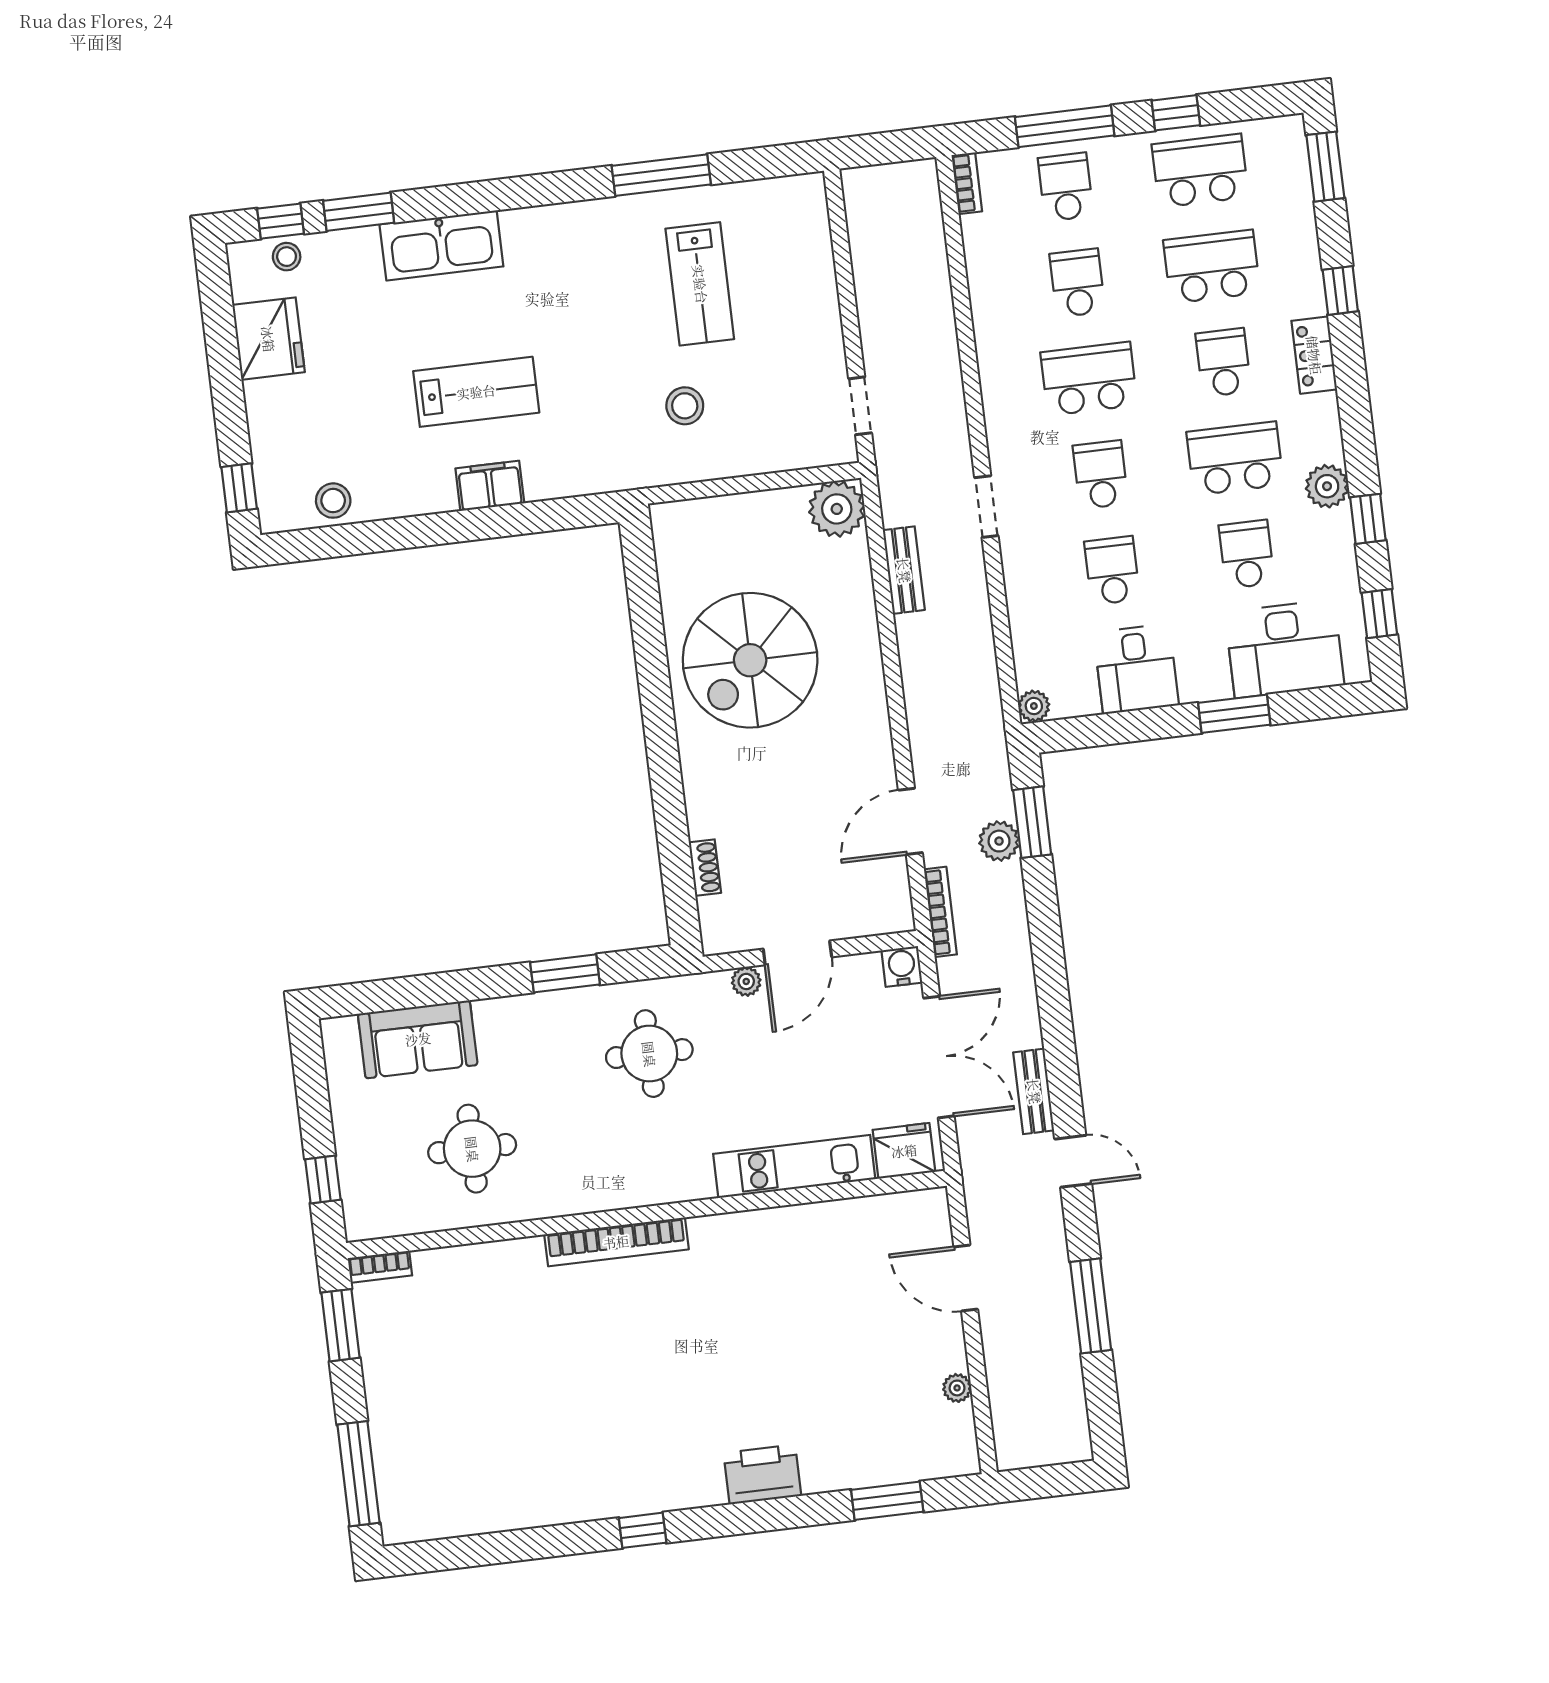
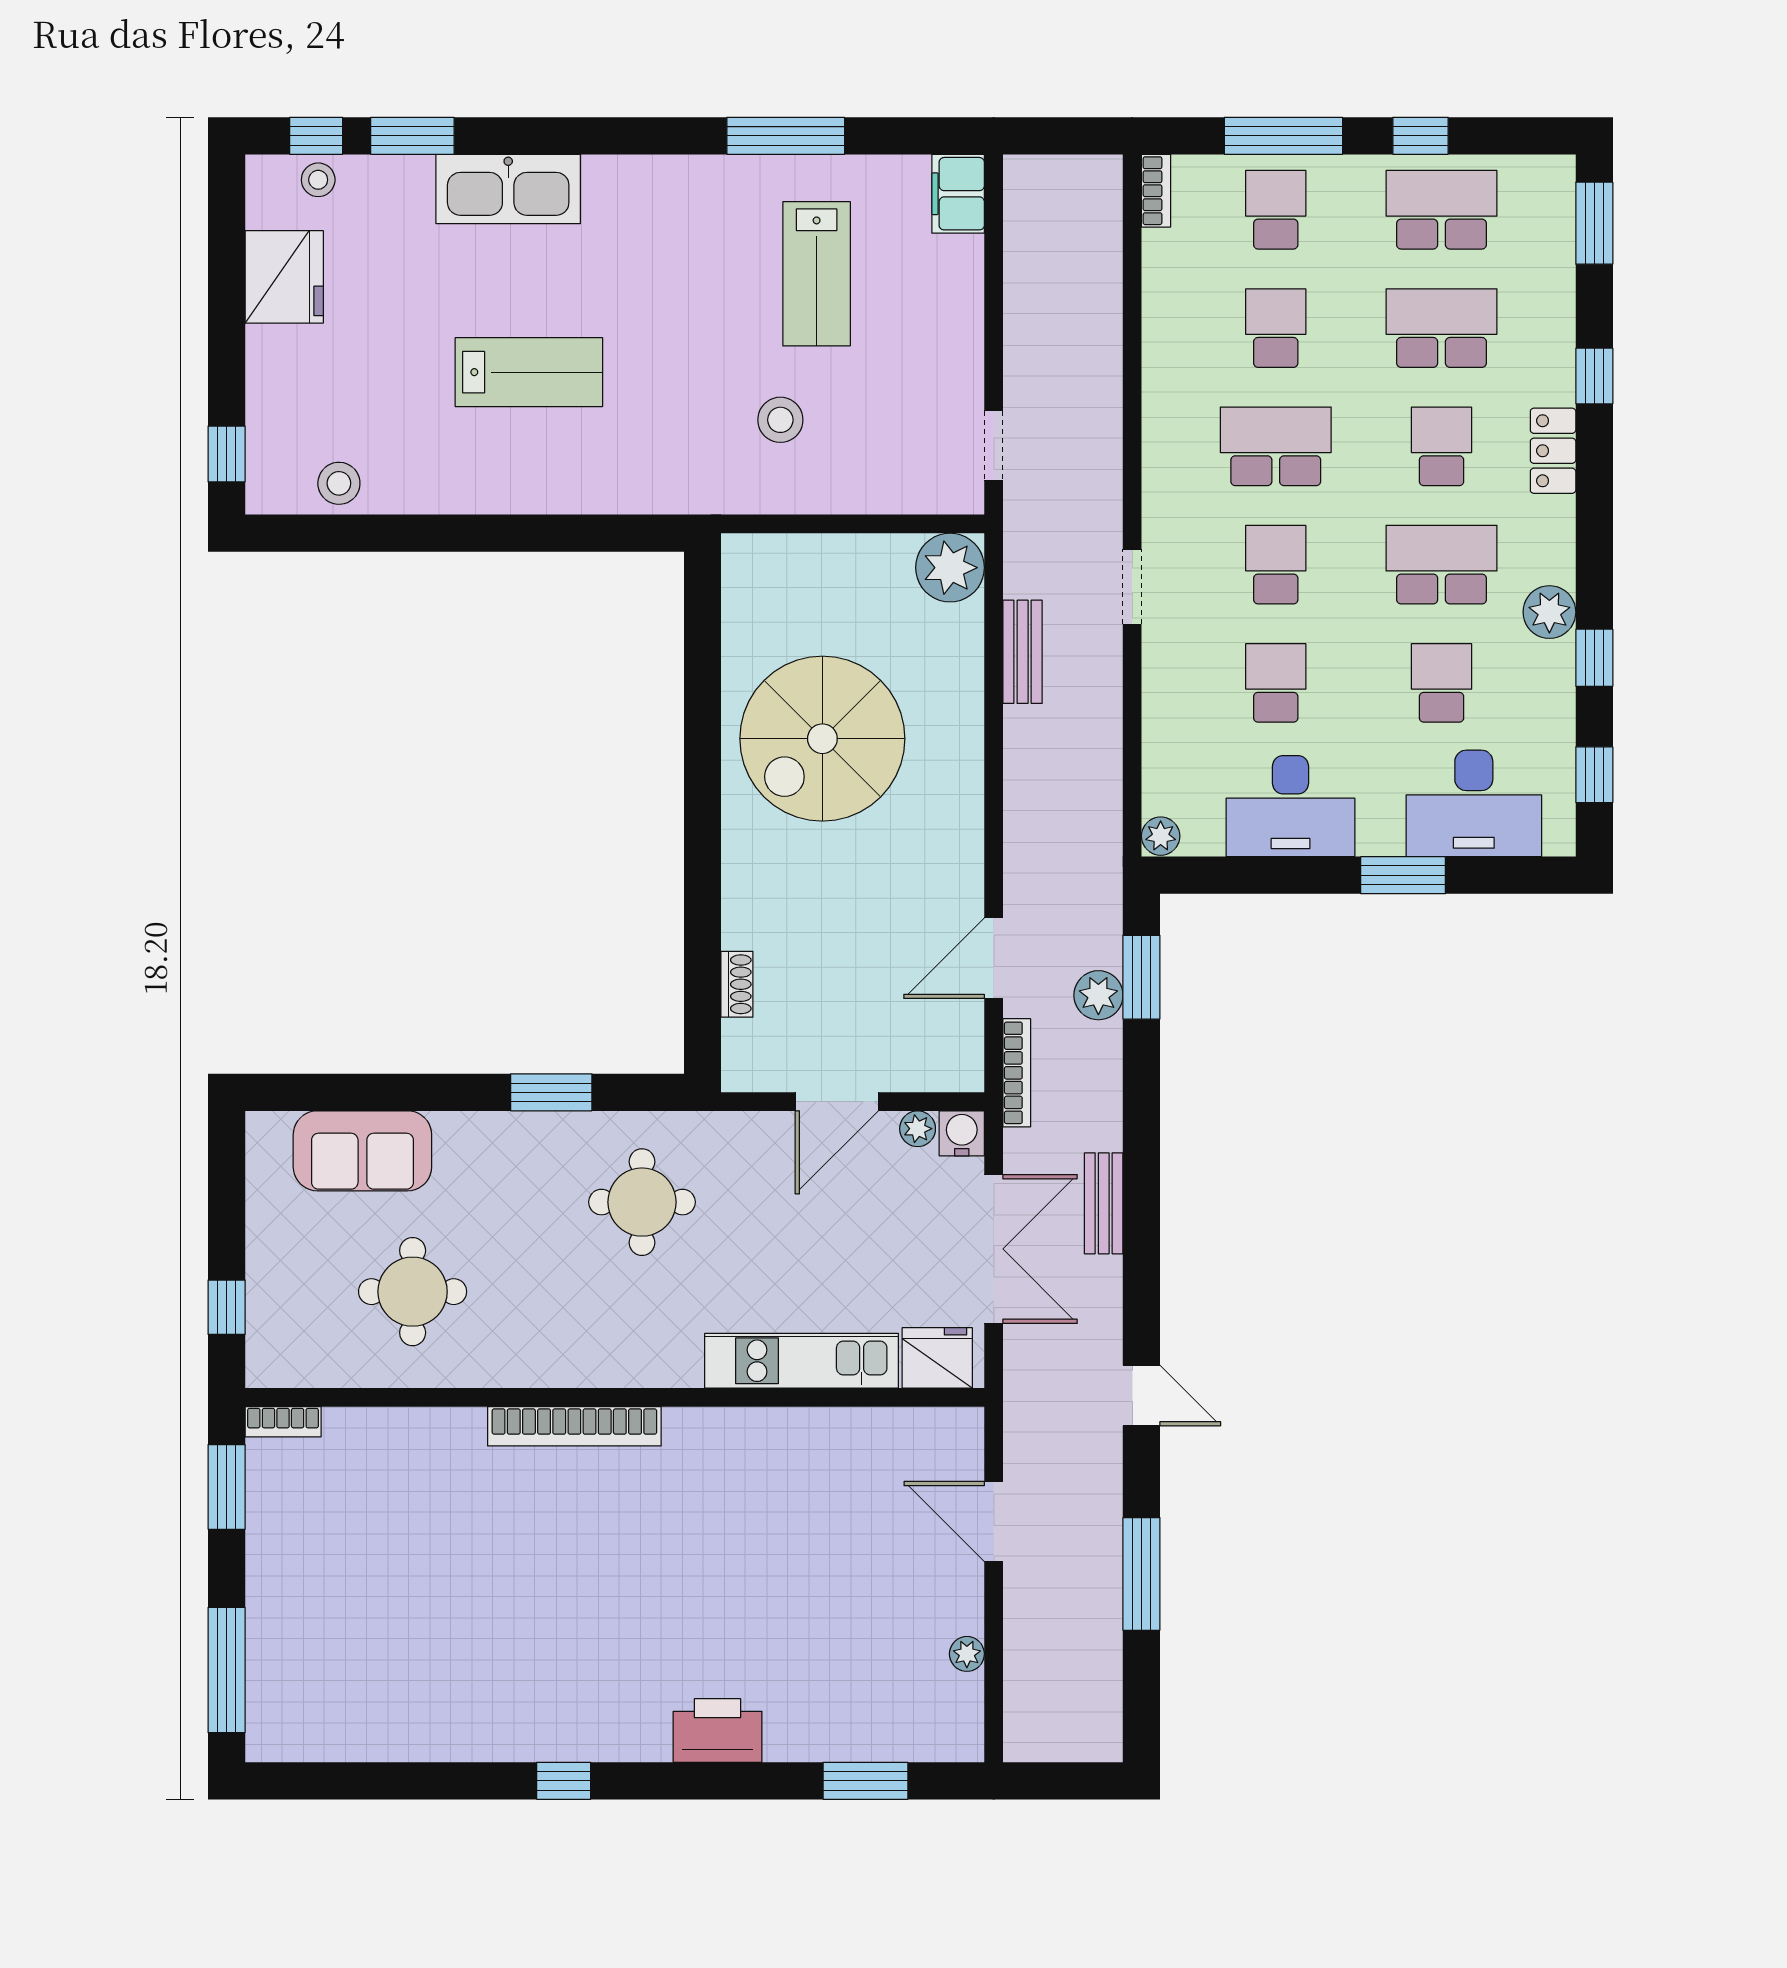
filing cabinet: (490, 486) -> (958, 194), moved, turned -90
desk: (1136, 669) -> (1291, 806), width x1.37
plant: (746, 981) -> (918, 1129), moved
bench: (1034, 1091) -> (1104, 1203), moved

